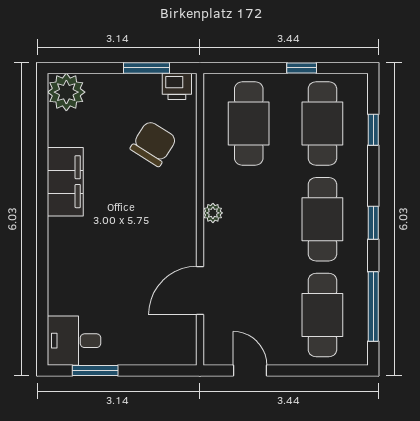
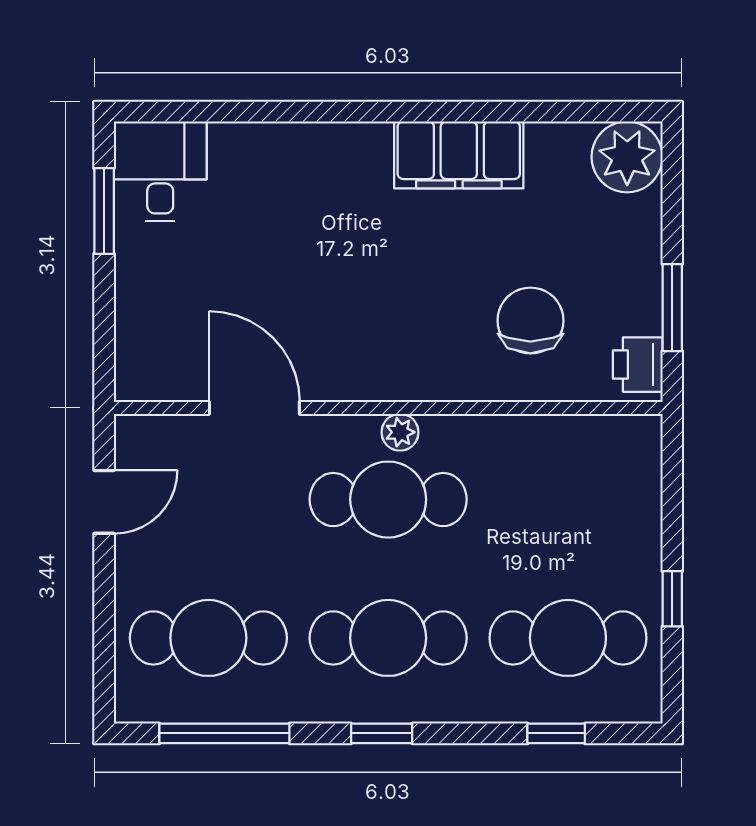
cafe table: (249, 124) -> (388, 500), moved
chair: (153, 143) -> (530, 321), turned -122

